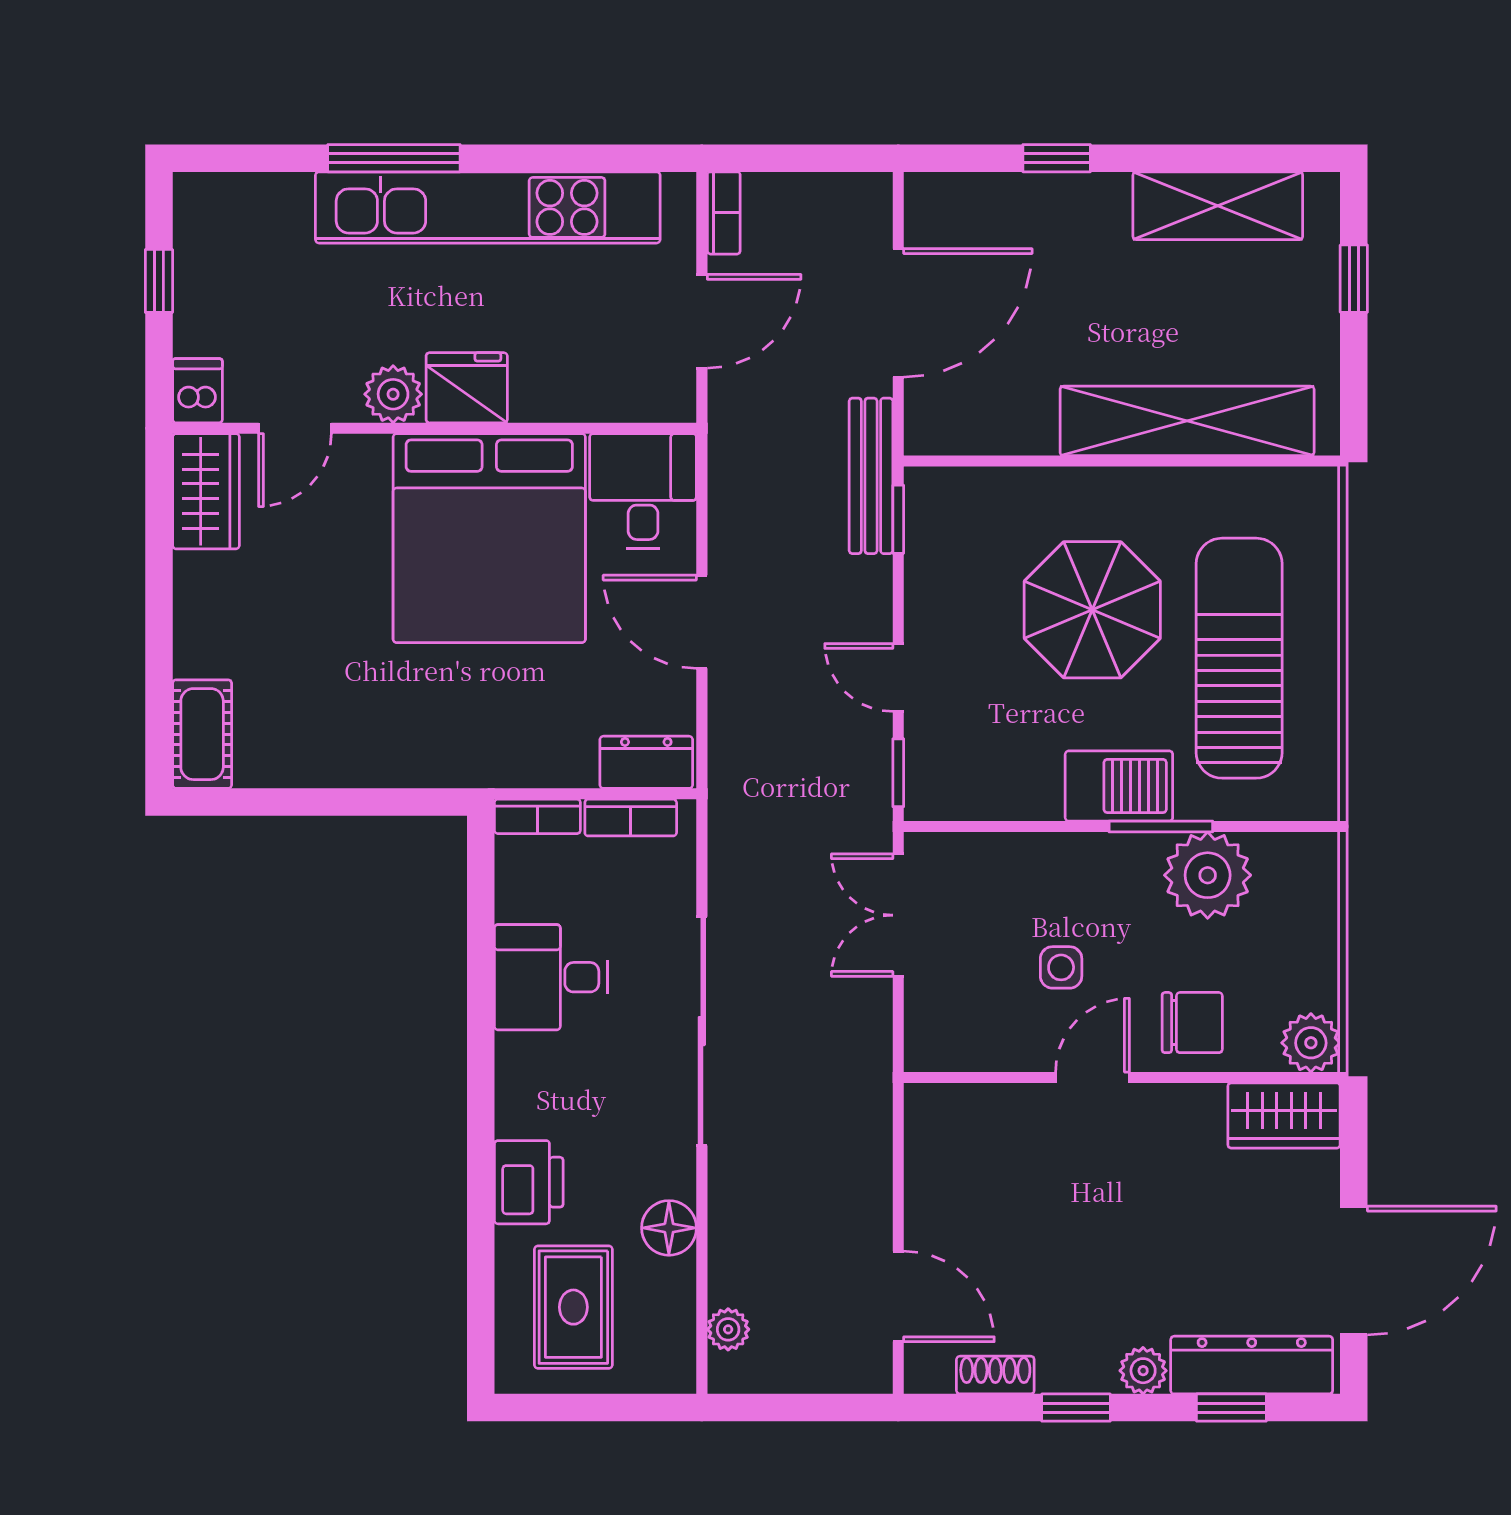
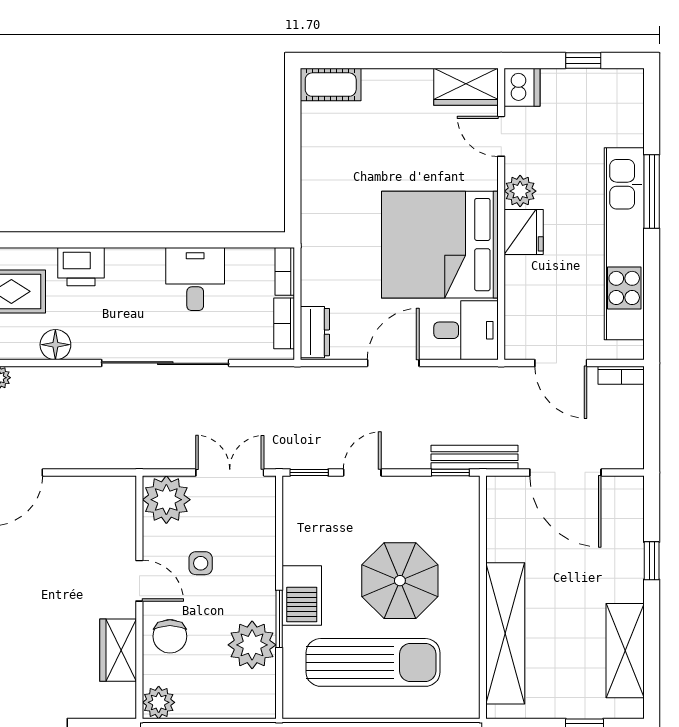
dishwasher: (197, 391) -> (522, 87), width x1.38
plant: (947, 1029) -> (166, 500), added
wardrobe: (1284, 1116) -> (118, 650), moved

